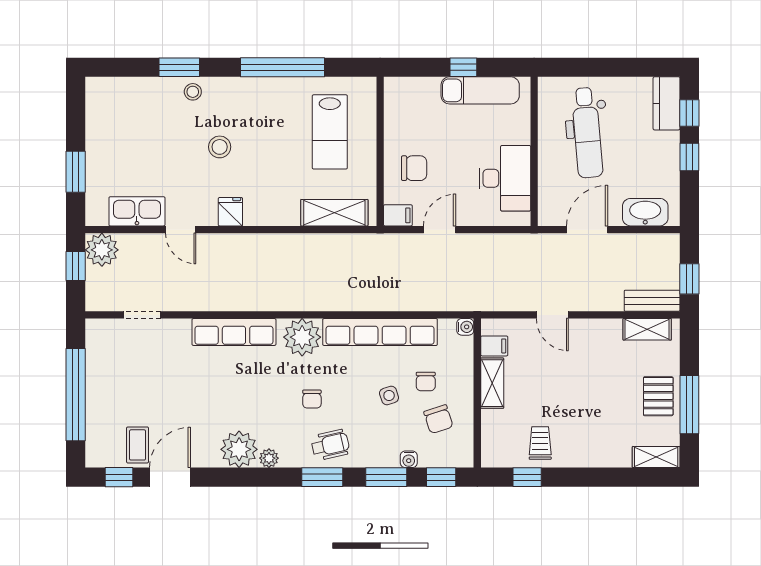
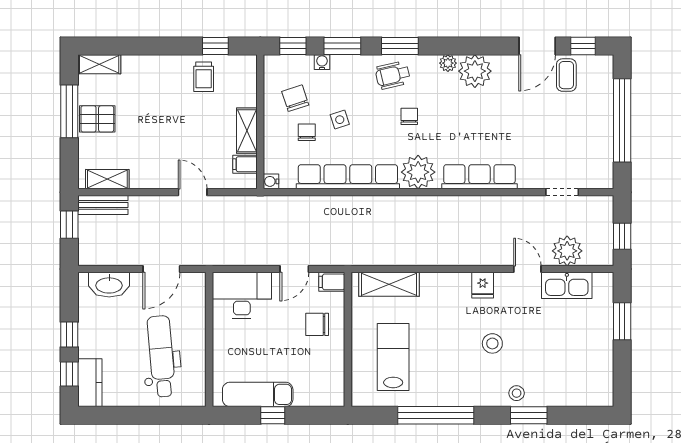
desk: (505, 178) -> (242, 295), moved, turned 90
plant: (102, 250) -> (567, 251), moved
pallet: (658, 396) -> (97, 119), turned 90

